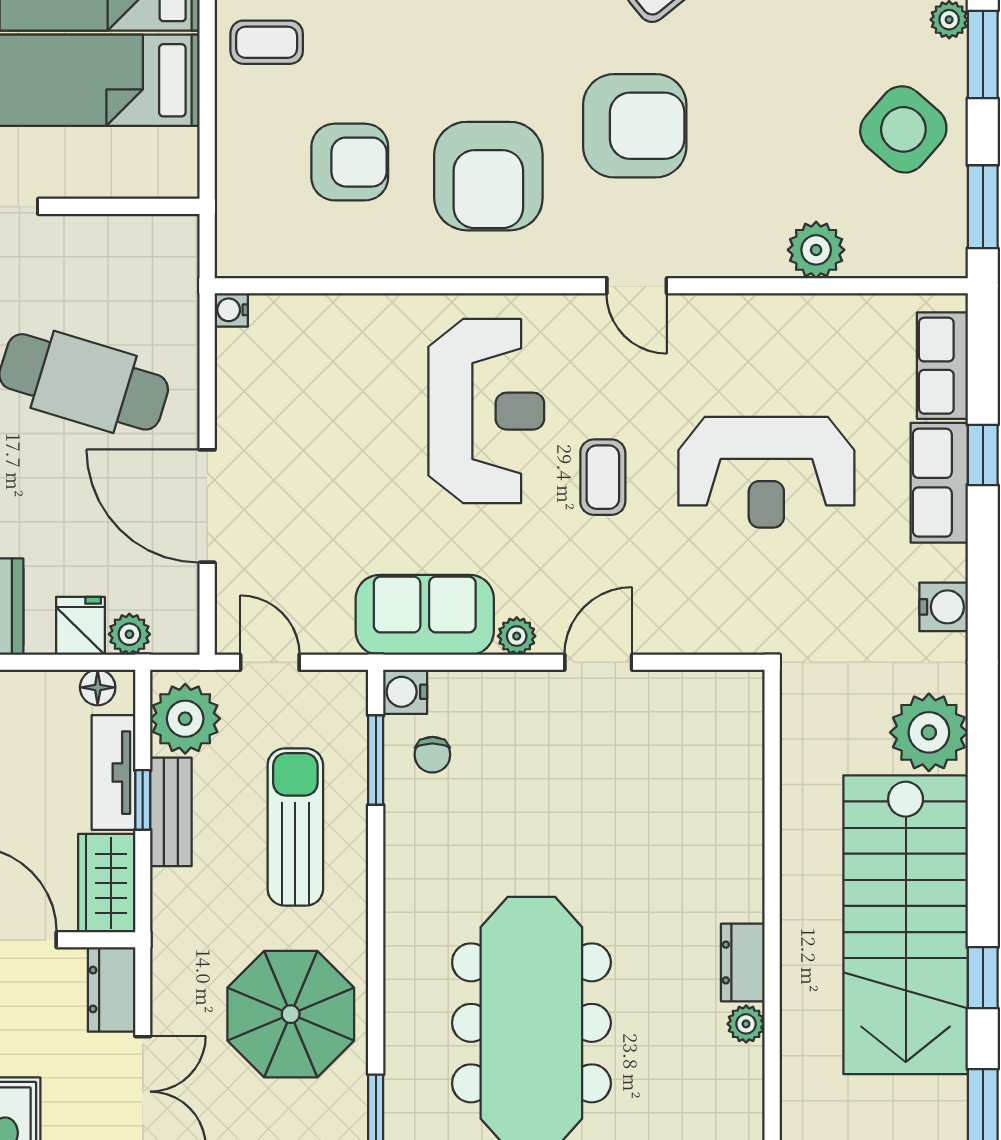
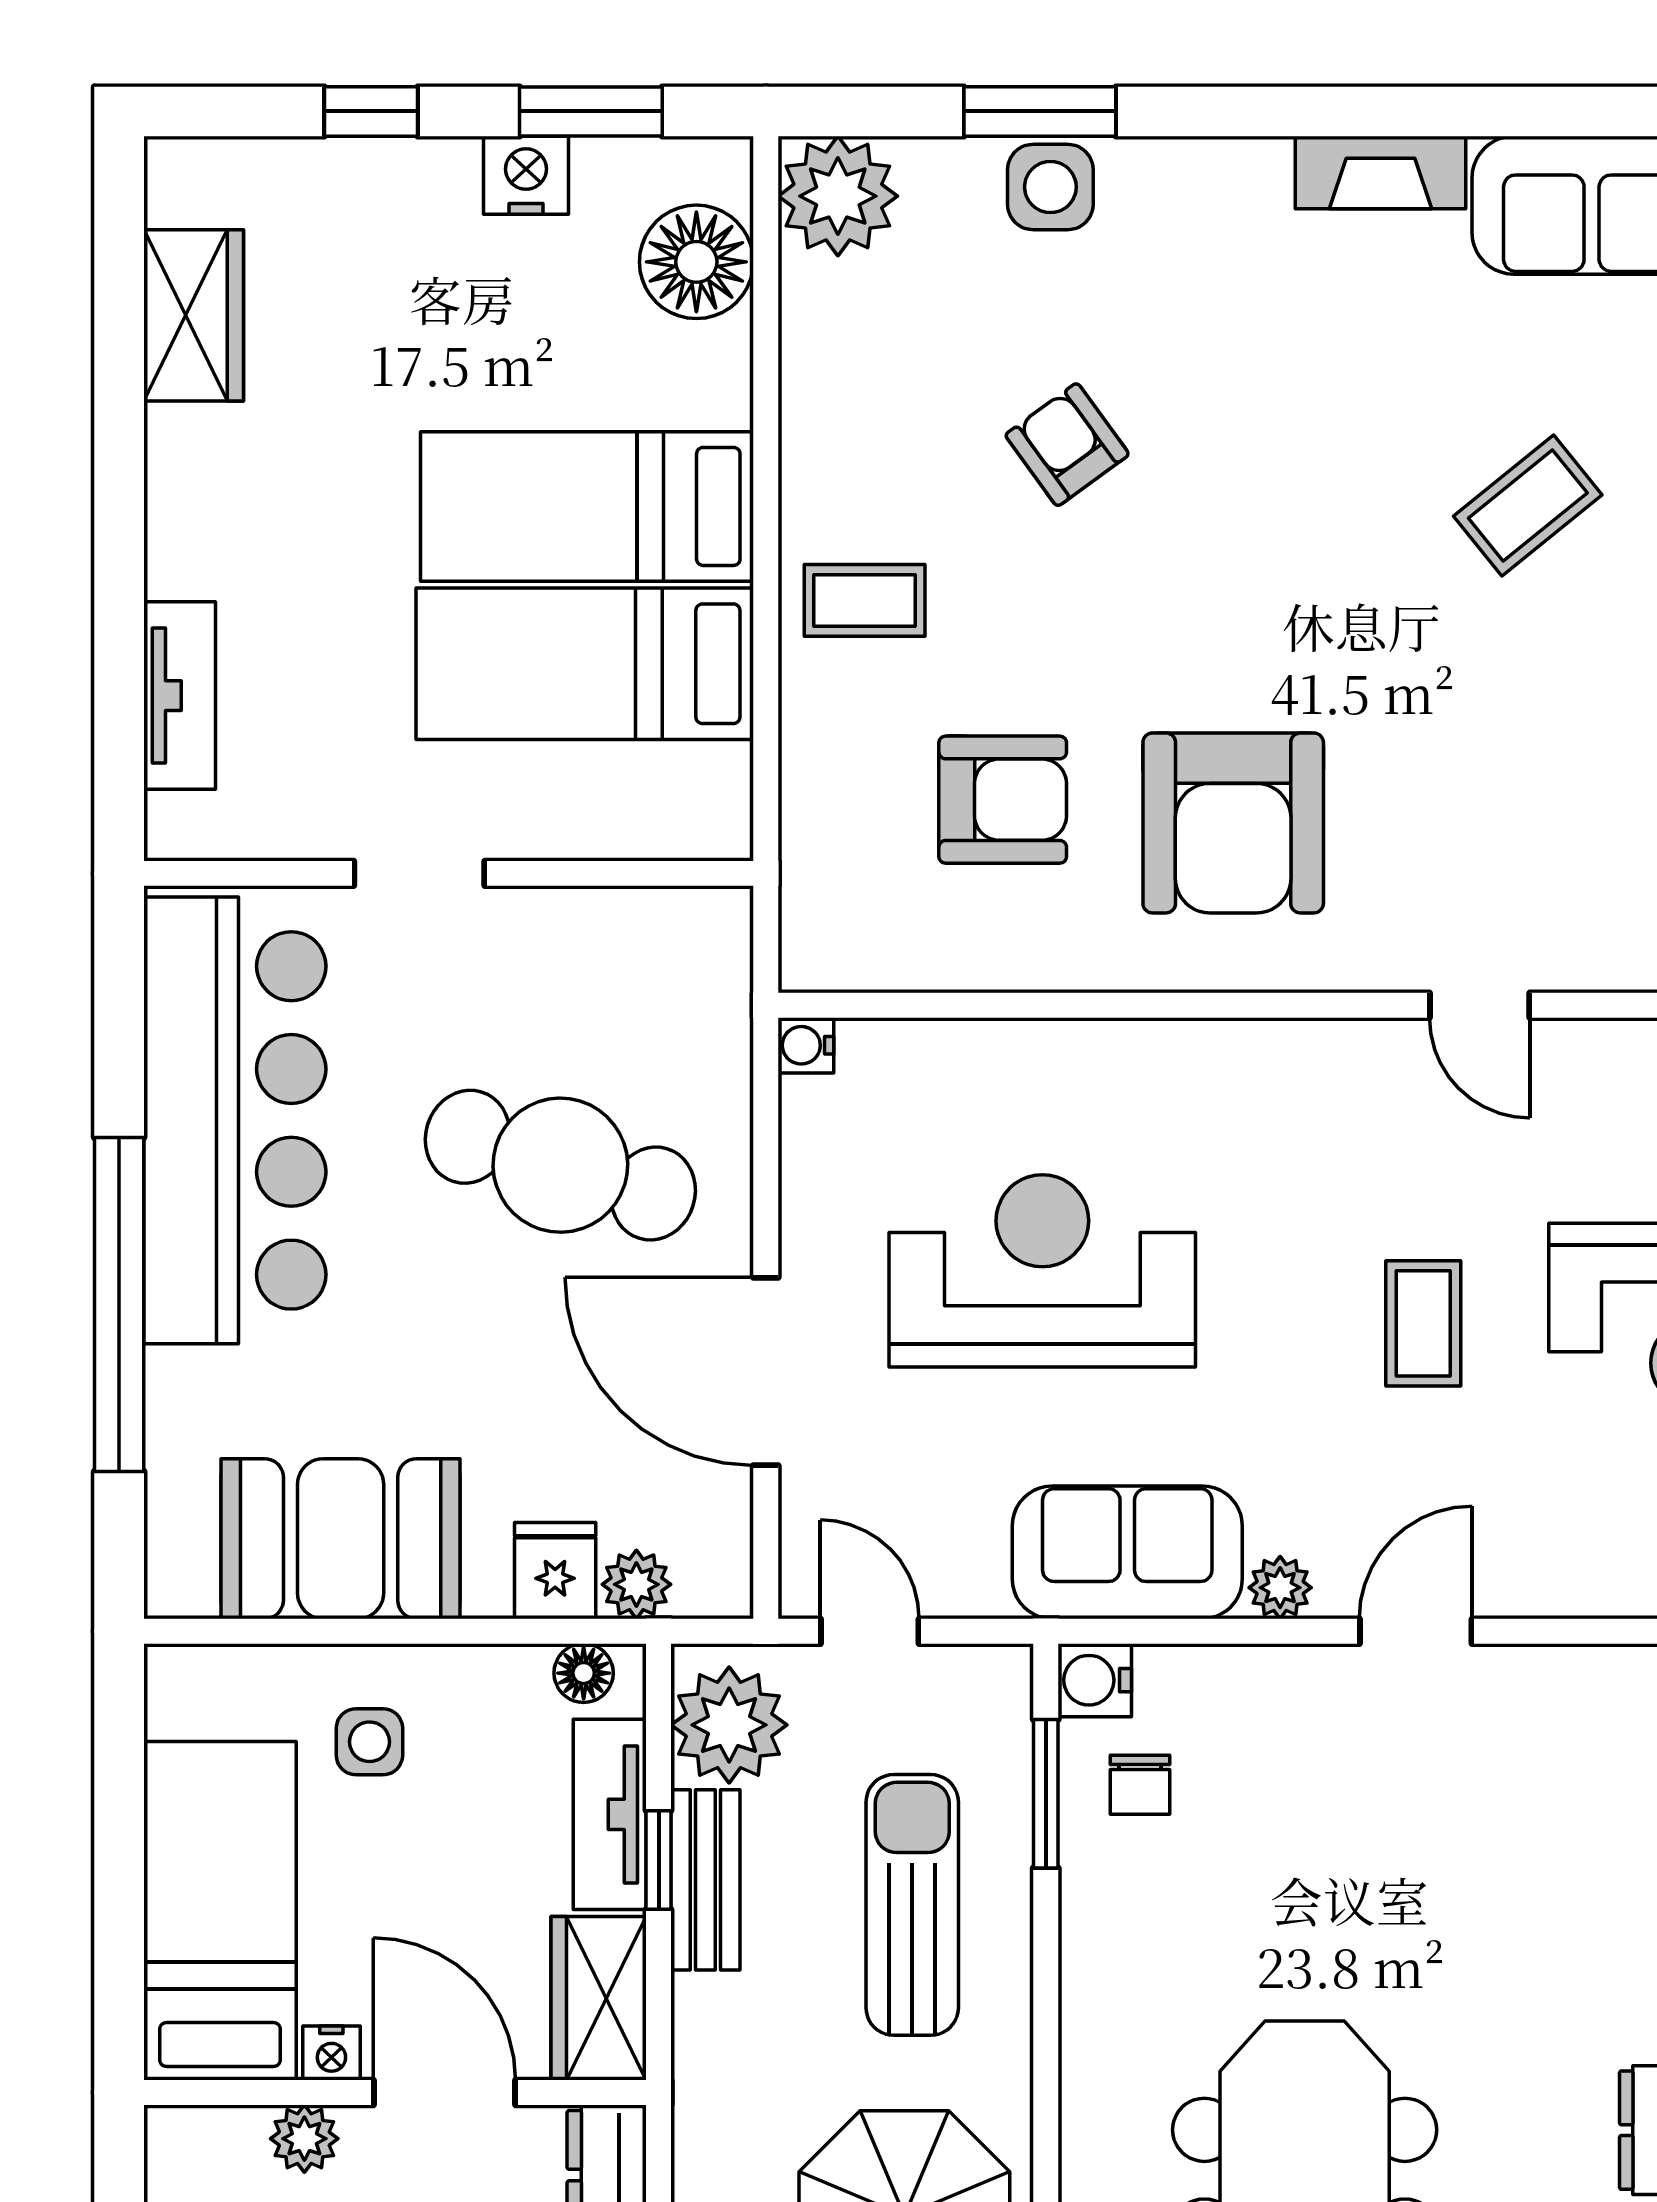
armchair: (635, 126) -> (1476, 739), removed
reception desk: (486, 411) -> (1042, 1271), moved, turned -90

